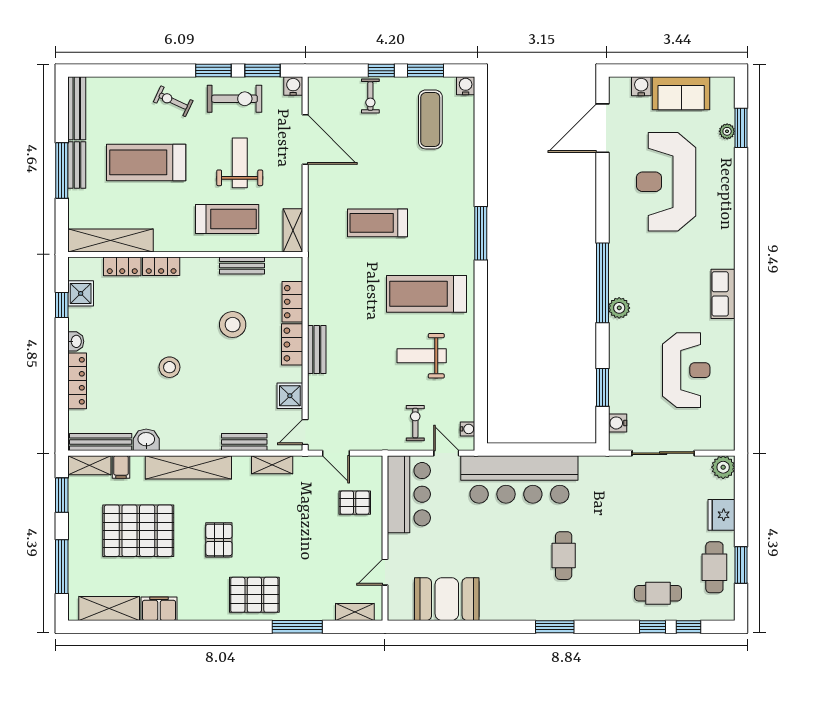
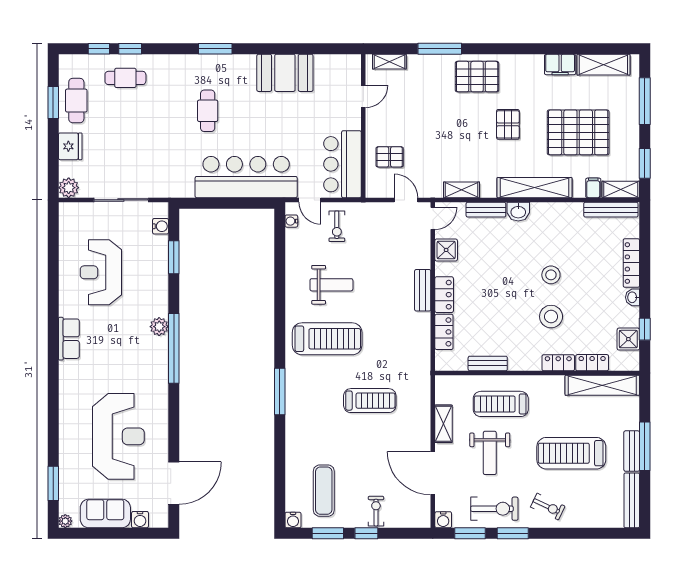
exercise bike: (235, 99) -> (494, 509), turned 180
plant: (727, 131) -> (65, 521), moved
treadmill: (146, 162) -> (571, 453), turned 180
shelving: (293, 230) -> (444, 424), moved
stool: (233, 325) -> (551, 317), moved
washbasin: (146, 440) -> (518, 212), moved
booth: (447, 599) -> (285, 73), moved

